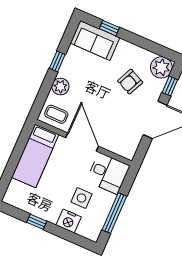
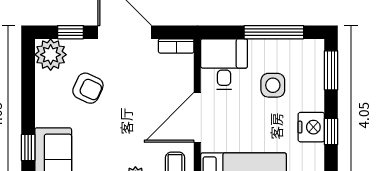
bookcase: (132, 148) -> (176, 46), added
nightstand: (69, 221) -> (311, 127), moved
window: (75, 238) -> (331, 70), added

